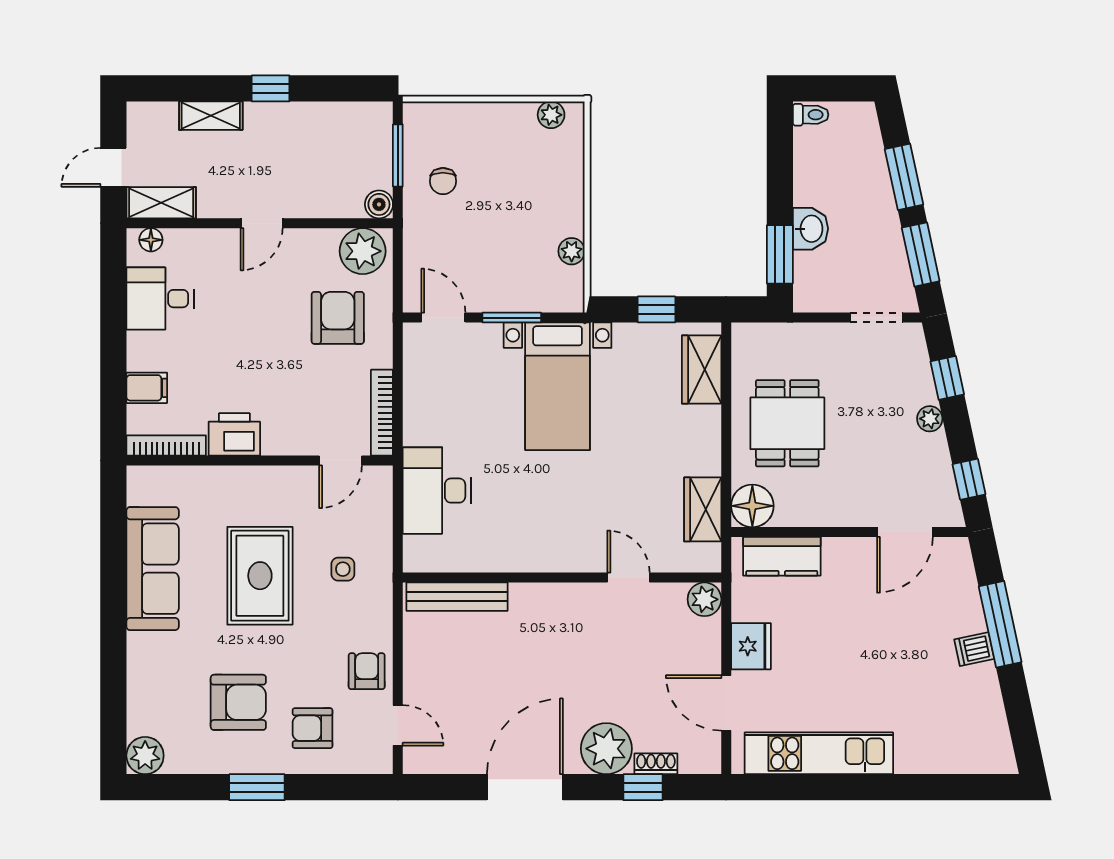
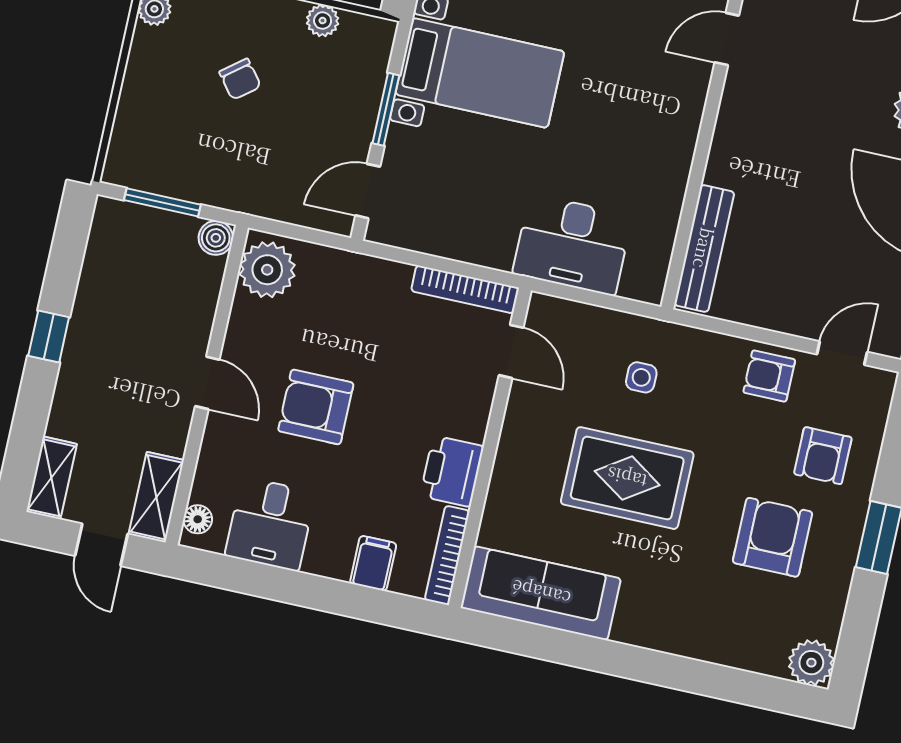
shelving: (211, 116) -> (52, 478), moved
chair: (443, 181) -> (240, 79), moved, turned 52
armchair: (338, 318) -> (316, 407), moved
sofa: (153, 569) -> (541, 593), moved

